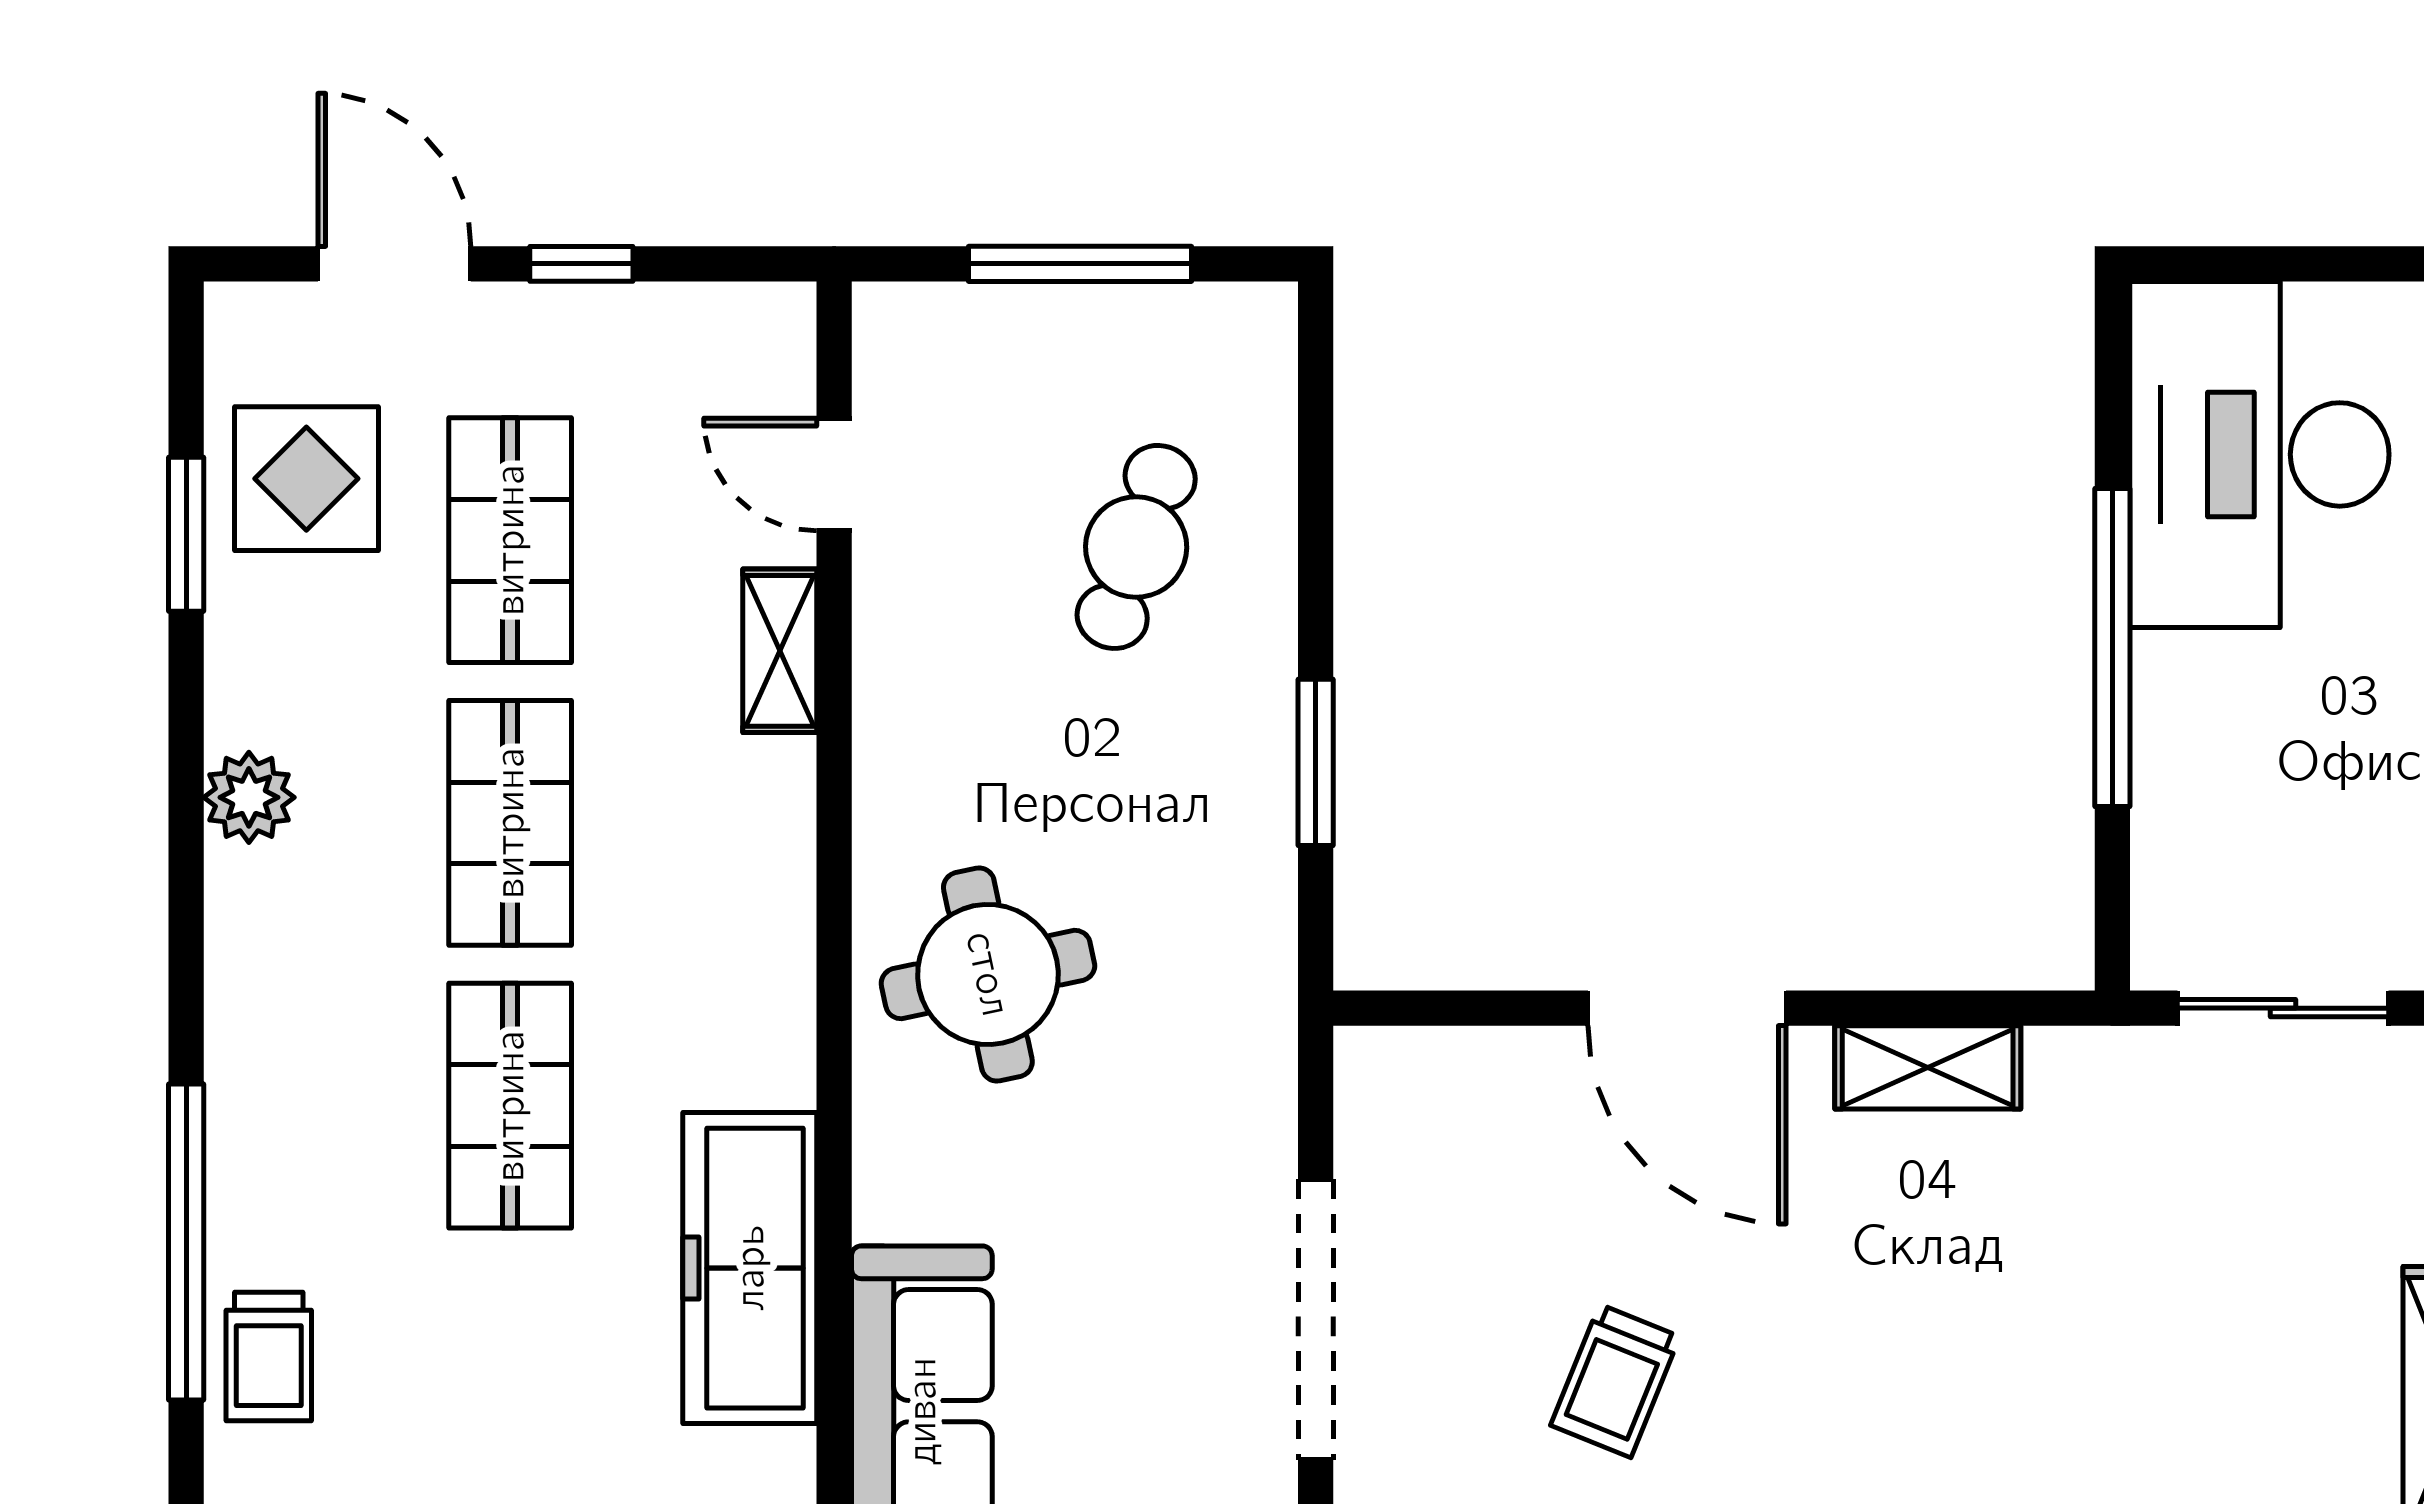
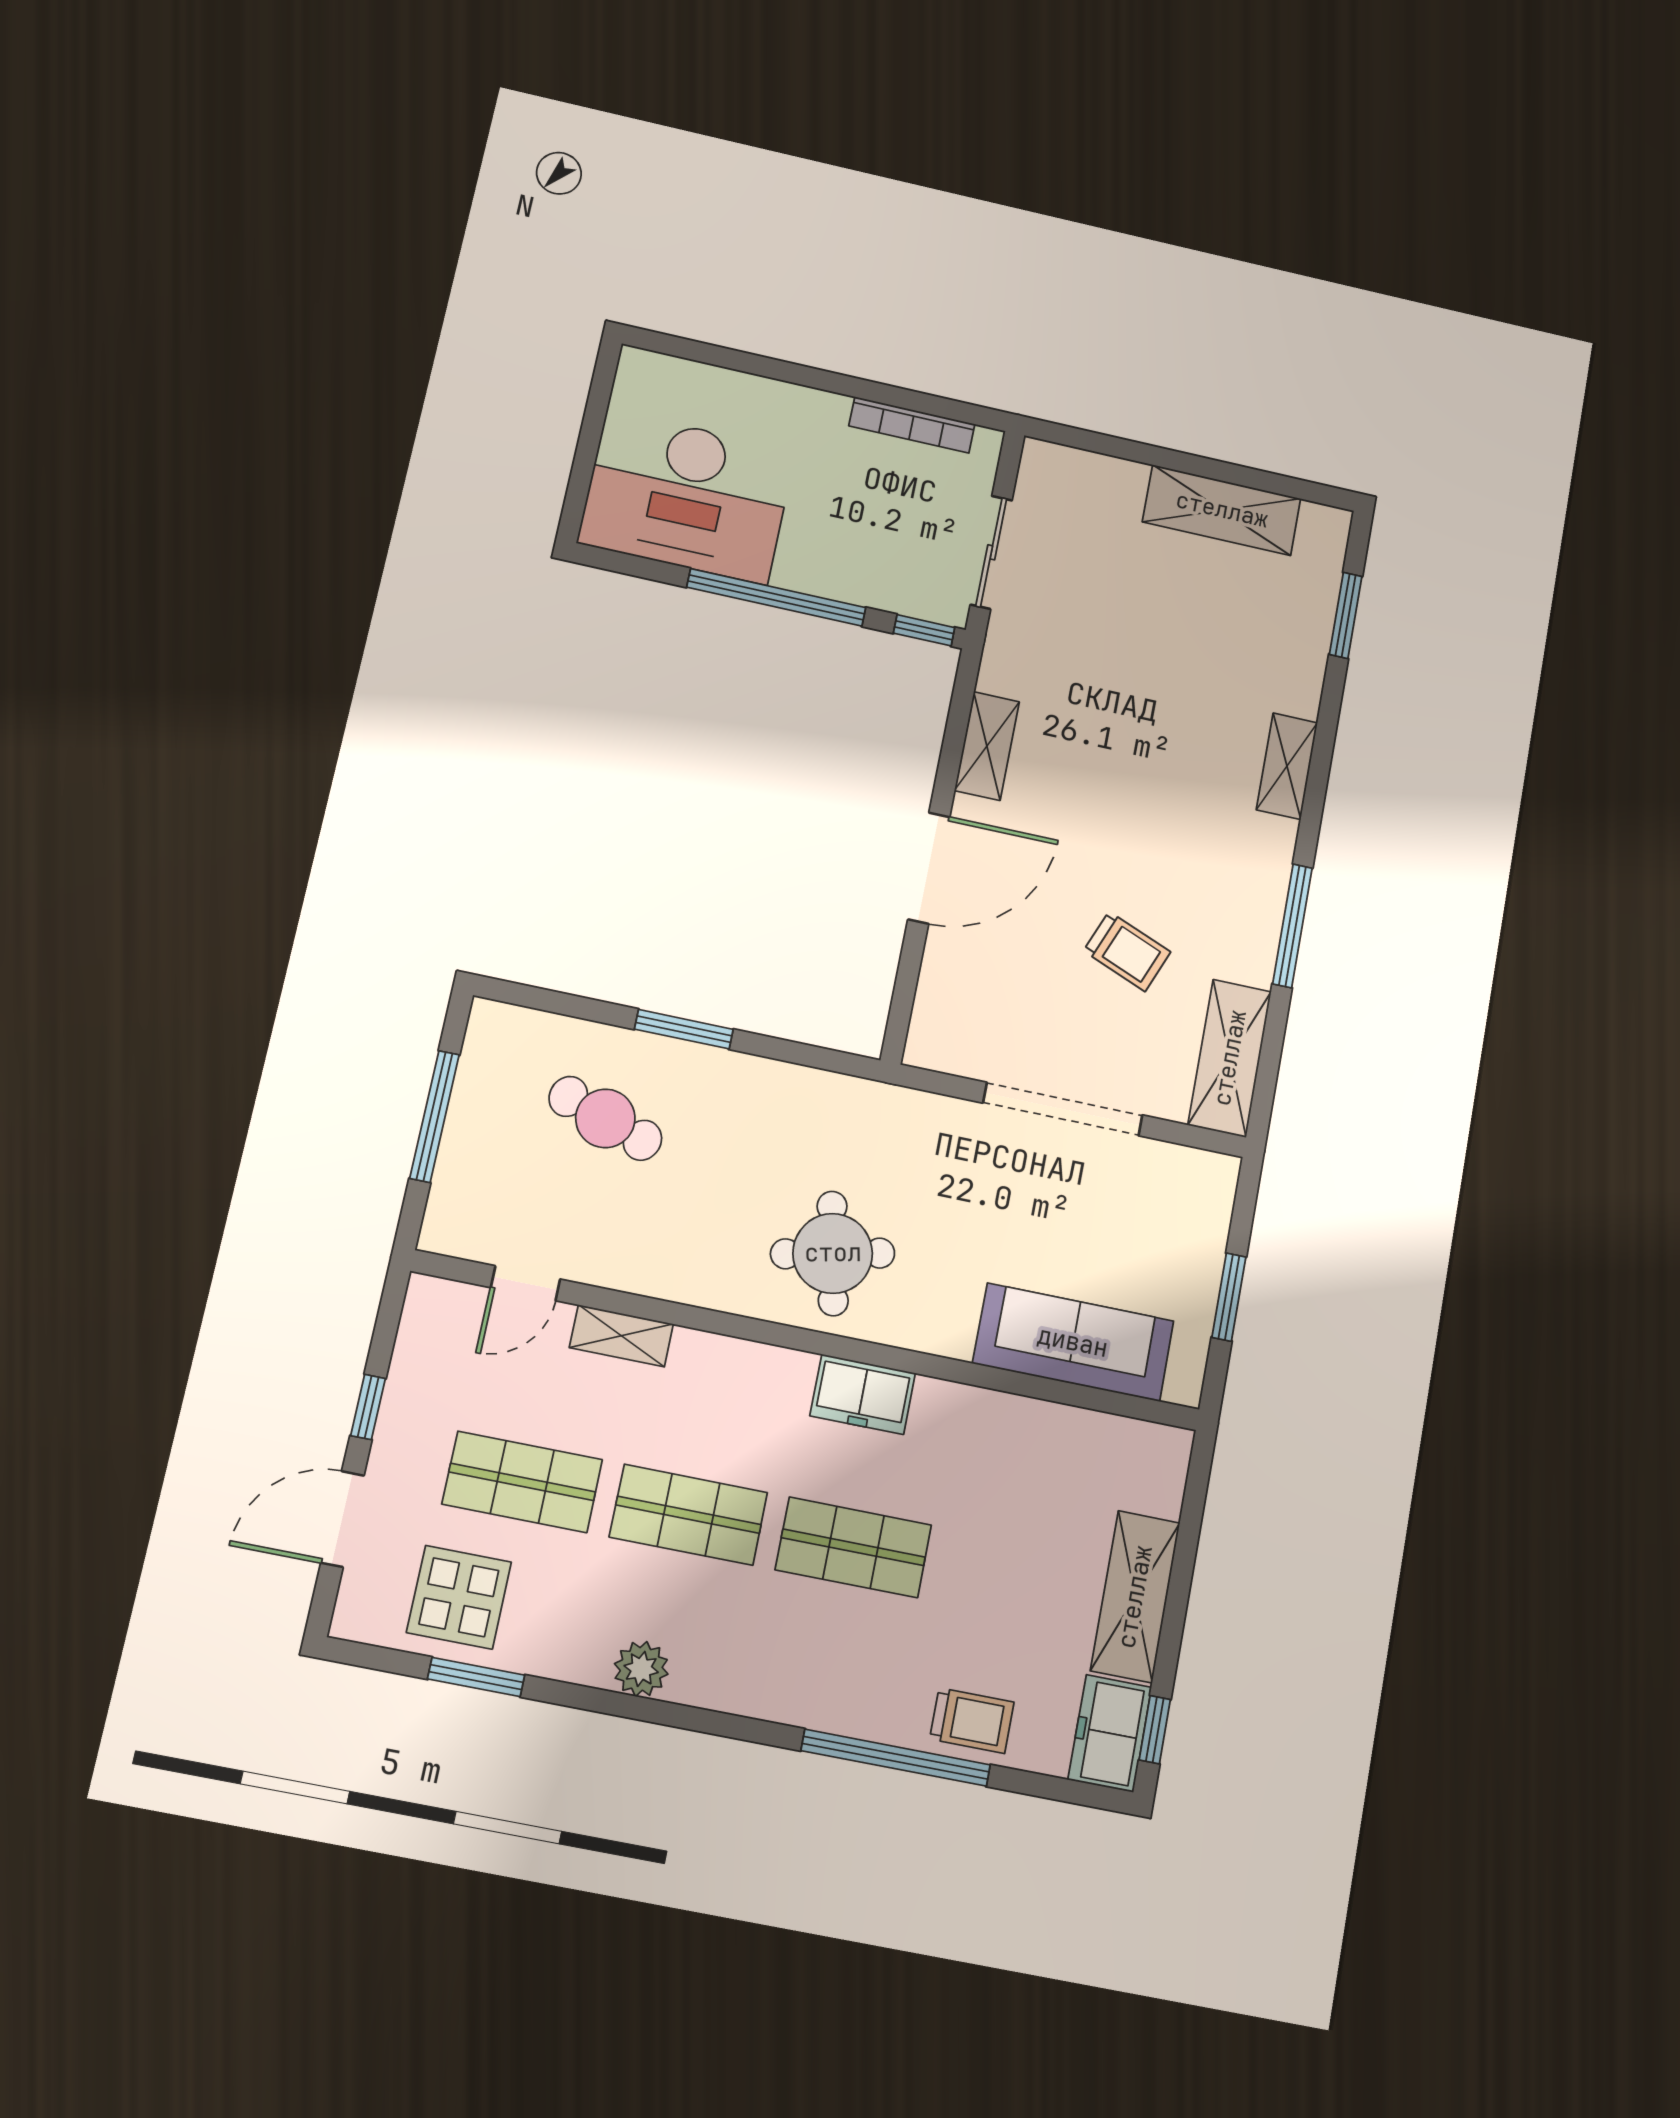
window: (1316, 762) -> (684, 1029), moved
window: (2112, 917) -> (924, 630), added
freezer: (750, 1268) -> (863, 1394), moved, width x0.52, depth x0.79

